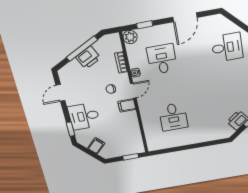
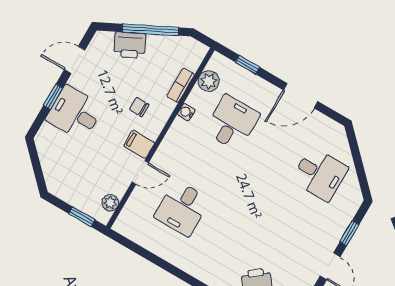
plant: (130, 37) -> (209, 81), moved
printer: (88, 58) -> (130, 45), moved
door: (133, 91) -> (140, 172), moved
window: (71, 129) -> (53, 97), moved
plant: (138, 141) -> (110, 203), added
filing cabinet: (96, 146) -> (53, 164), removed

